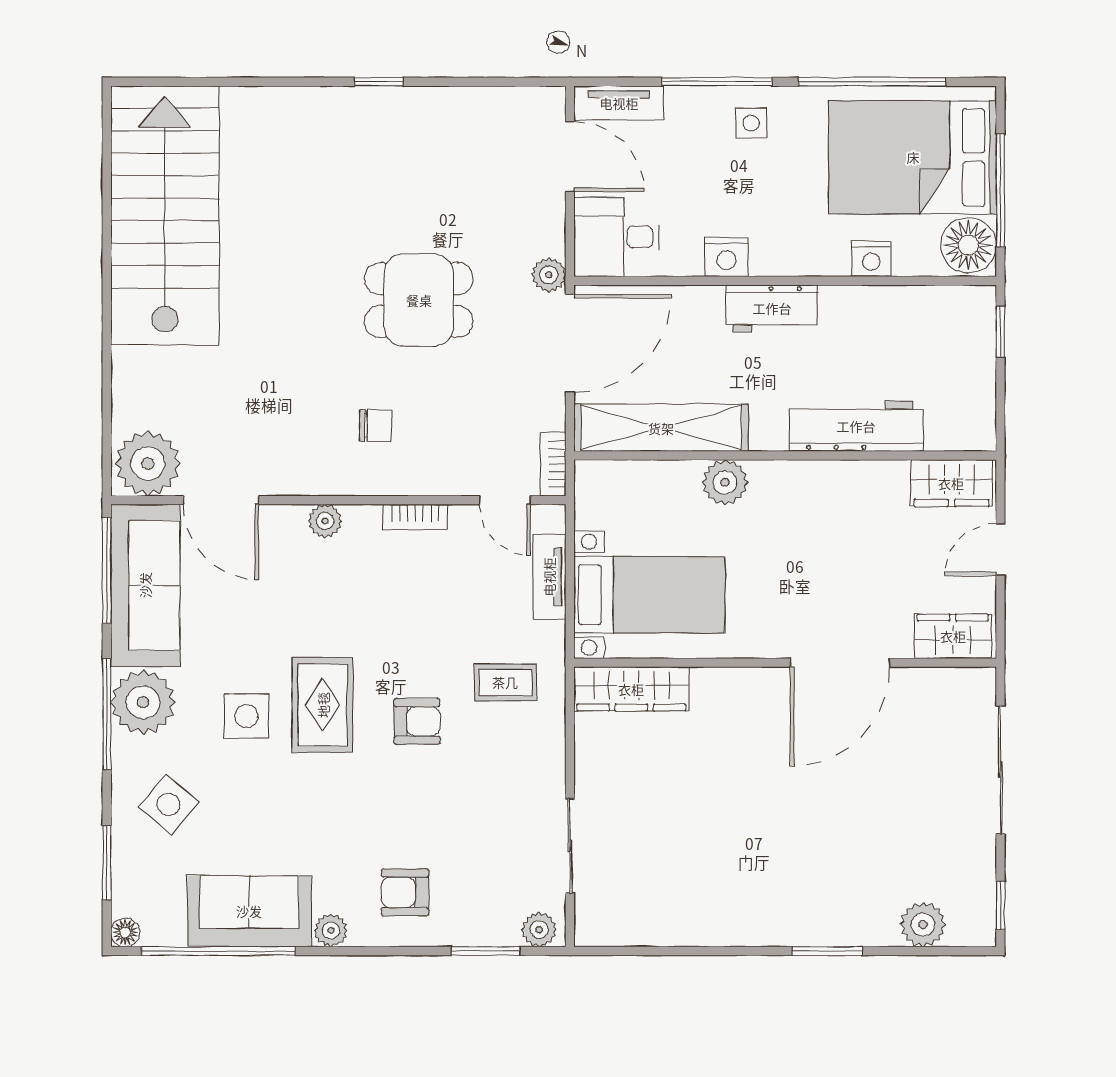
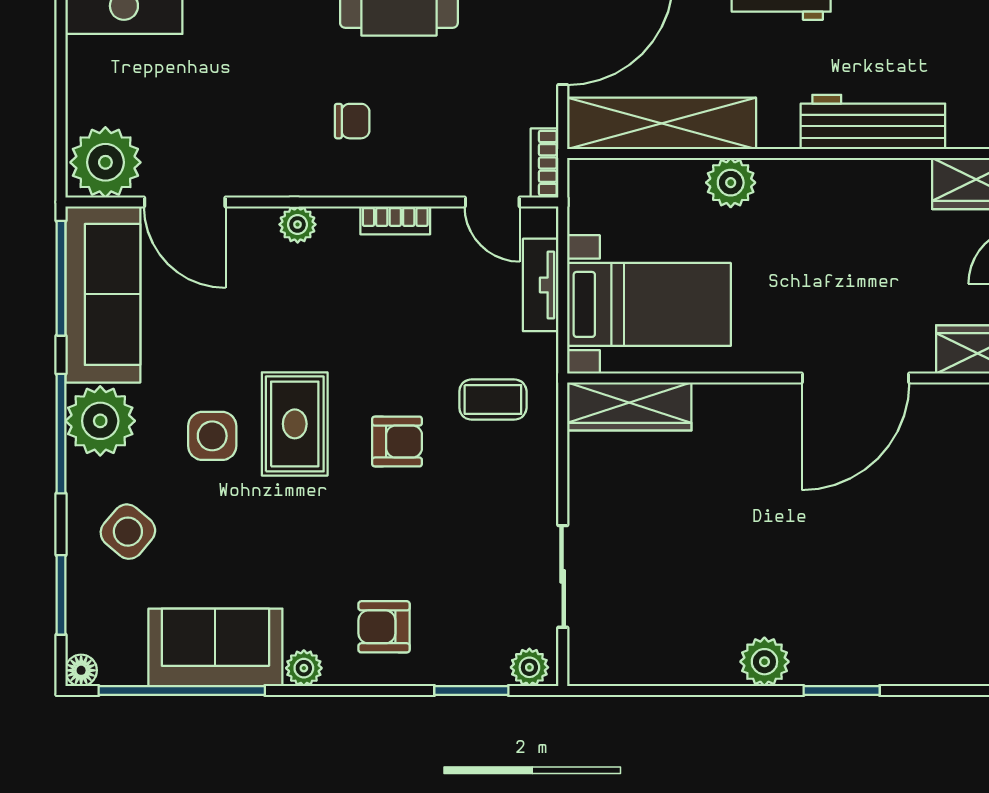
plant: (923, 925) -> (764, 662), moved

